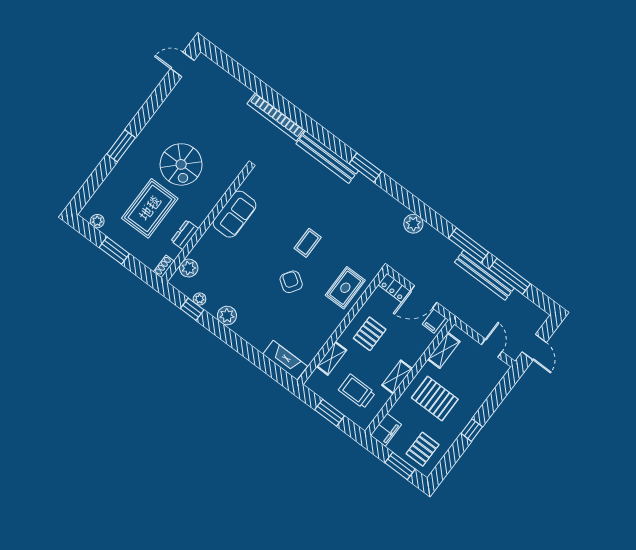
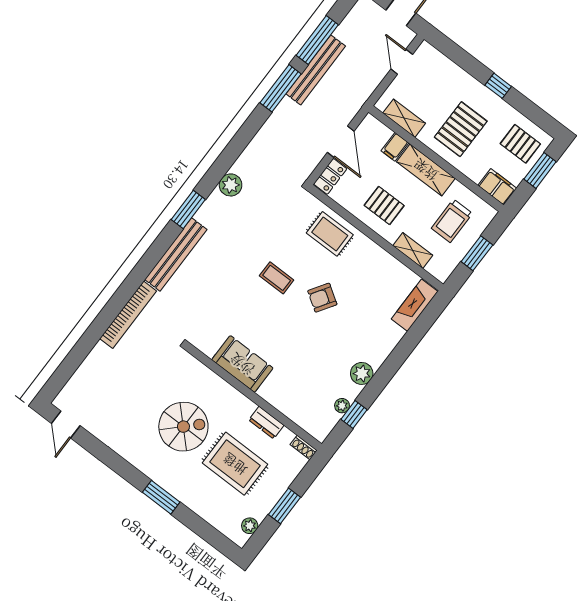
plant: (413, 224) -> (231, 185), moved
plant: (189, 268) -> (306, 418), removed
filing cabinet: (434, 321) -> (395, 147), moved, turned 90
door: (492, 348) -> (402, 62), hinge flipped
shelving: (397, 377) -> (426, 170), width x1.50, depth x1.33

